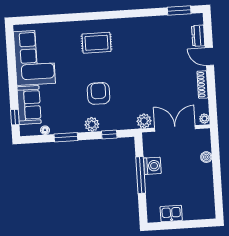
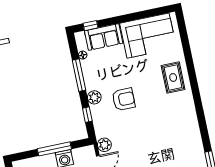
rug: (96, 43) -> (173, 77), moved
window: (66, 137) -> (79, 75), width x1.44

